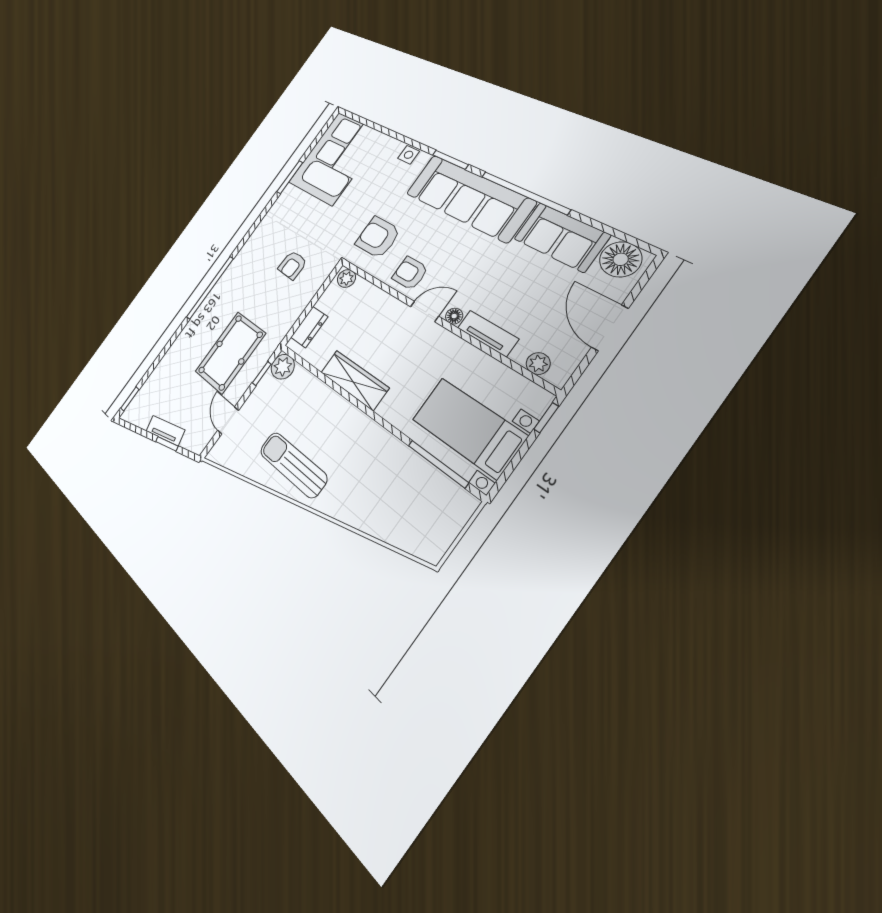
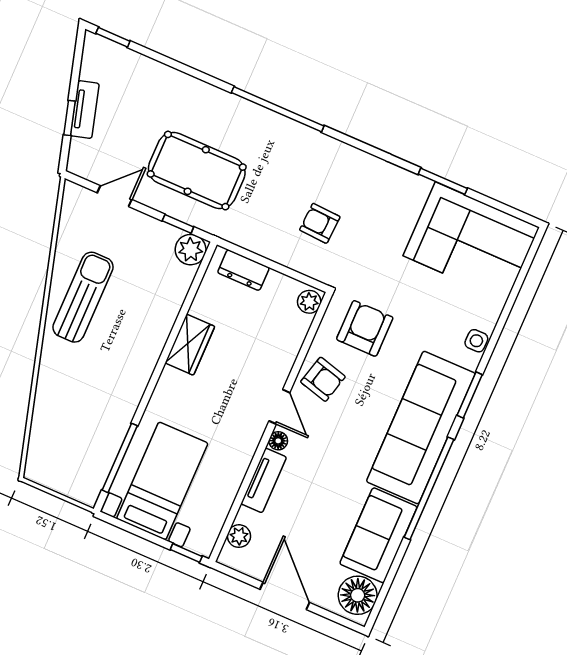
armchair: (410, 273) -> (323, 379), turned 105
door: (610, 328) -> (285, 596), hinge flipped
wardrobe: (354, 380) -> (190, 345), width x0.67

